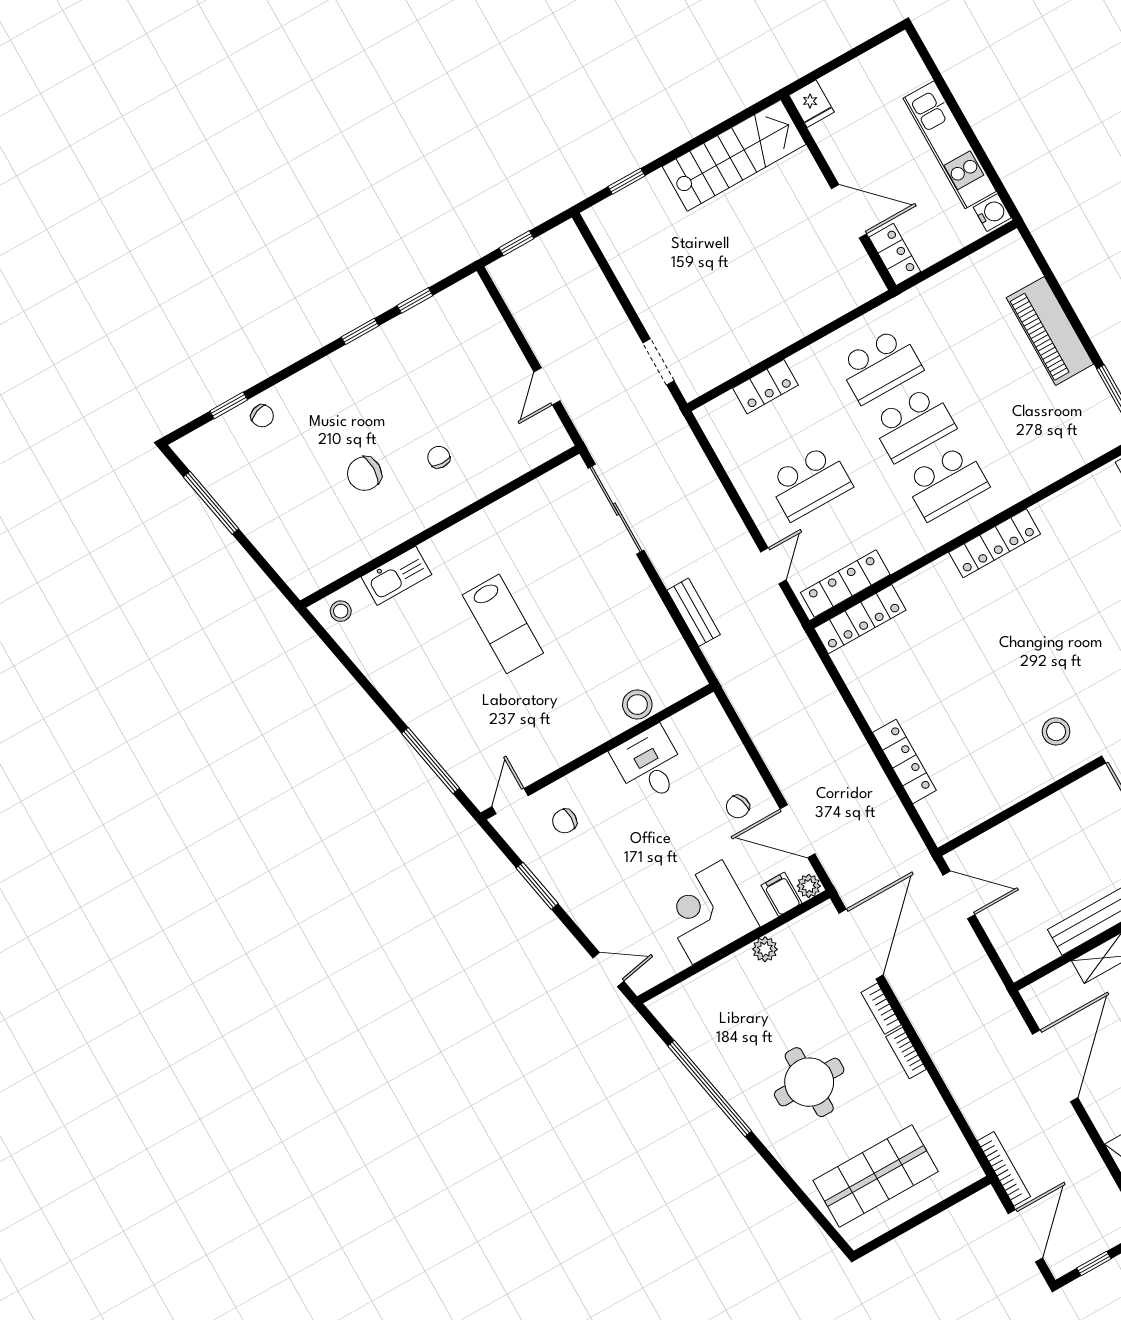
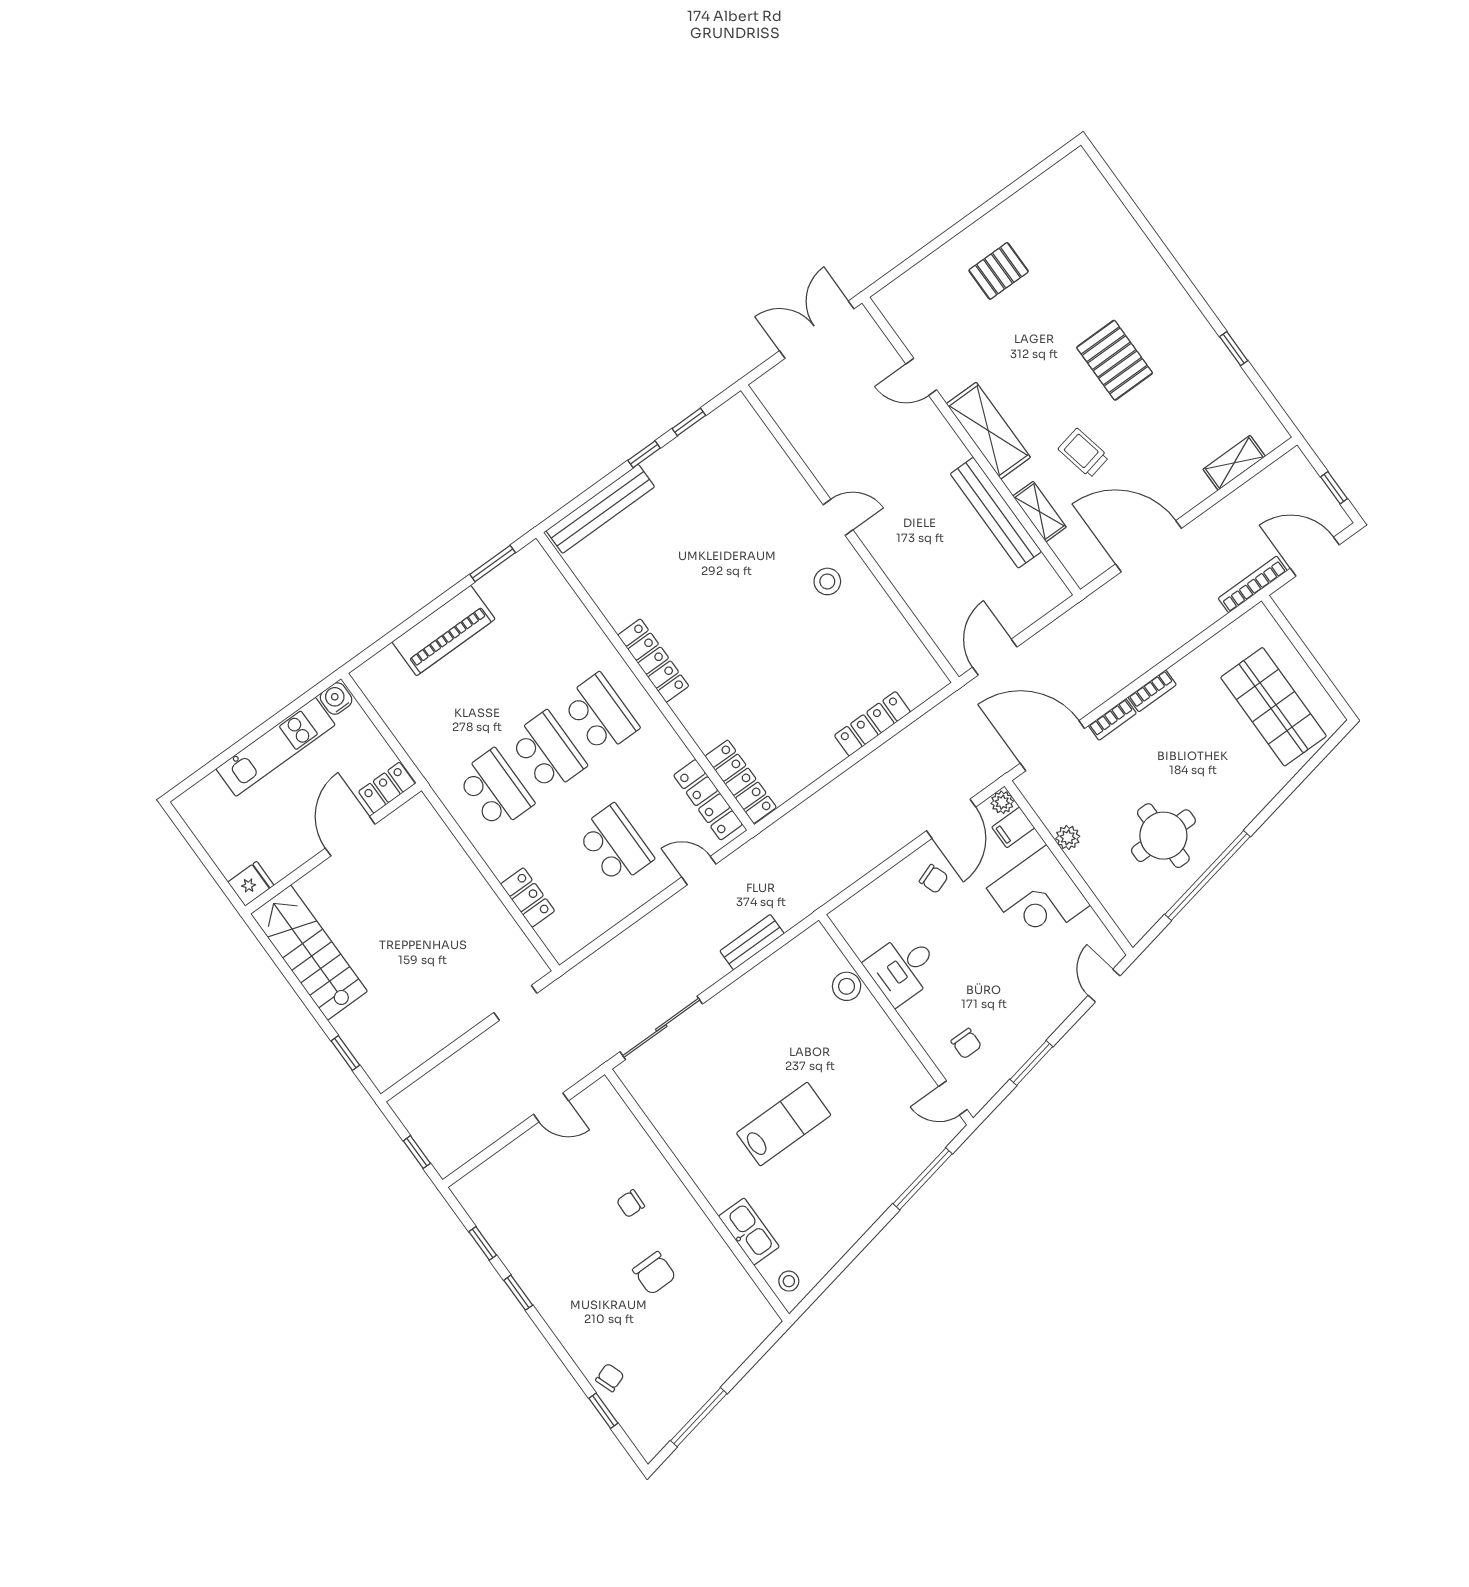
round table: (809, 1082) -> (1163, 836), moved

